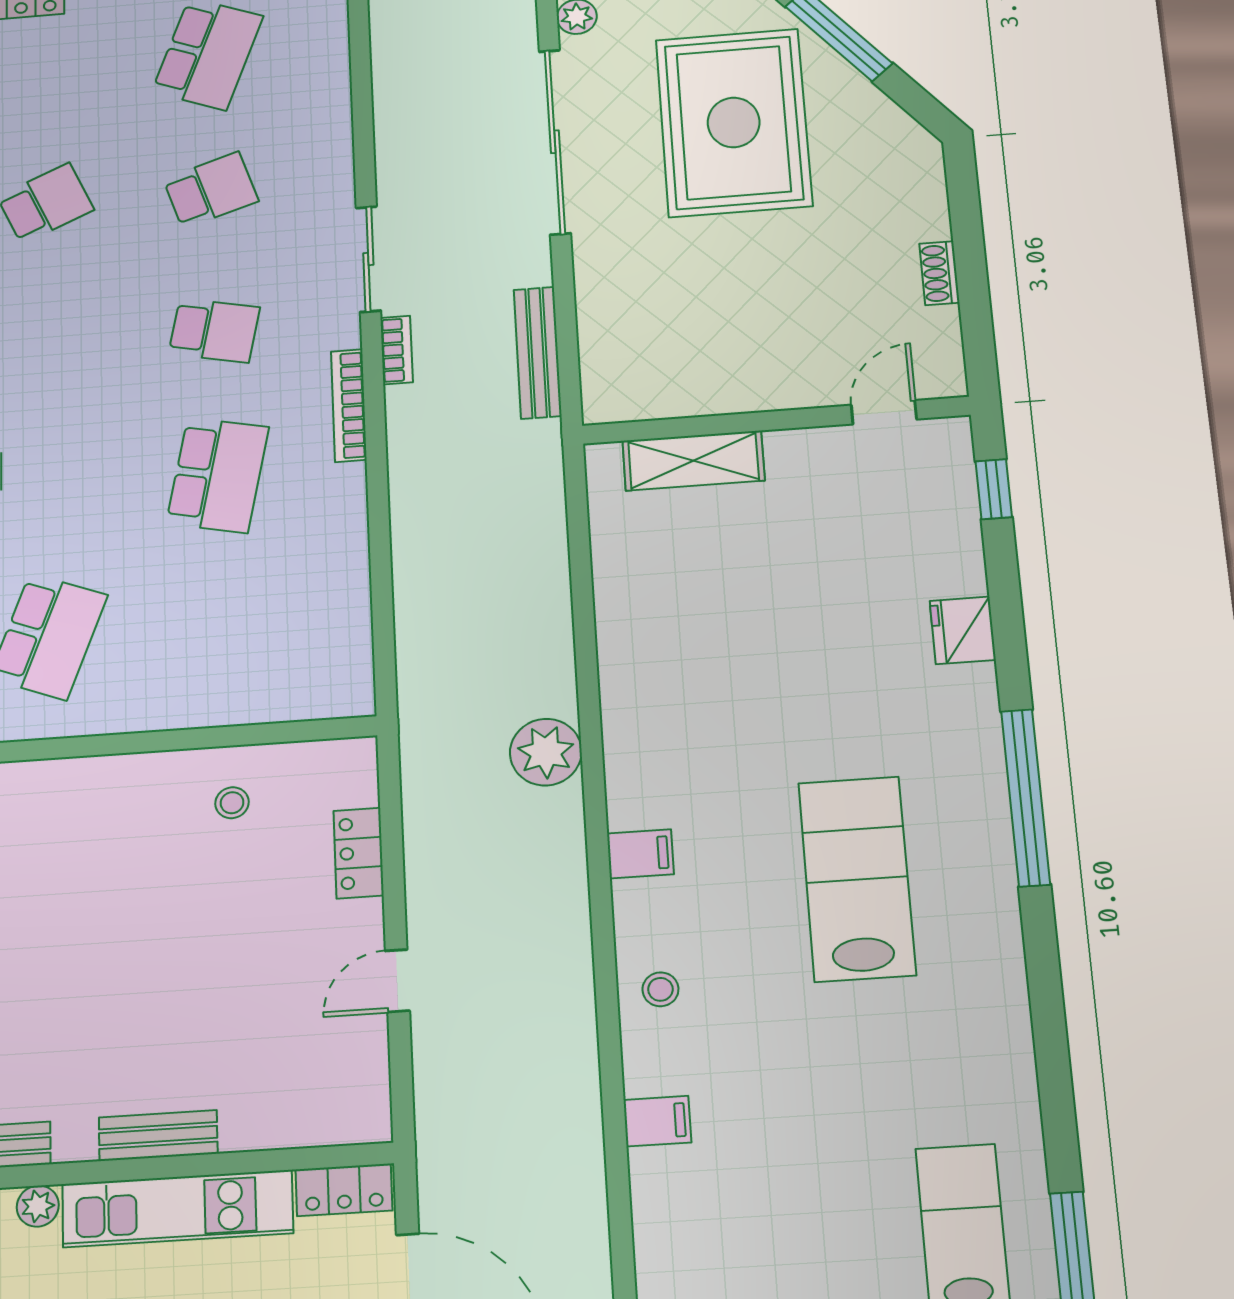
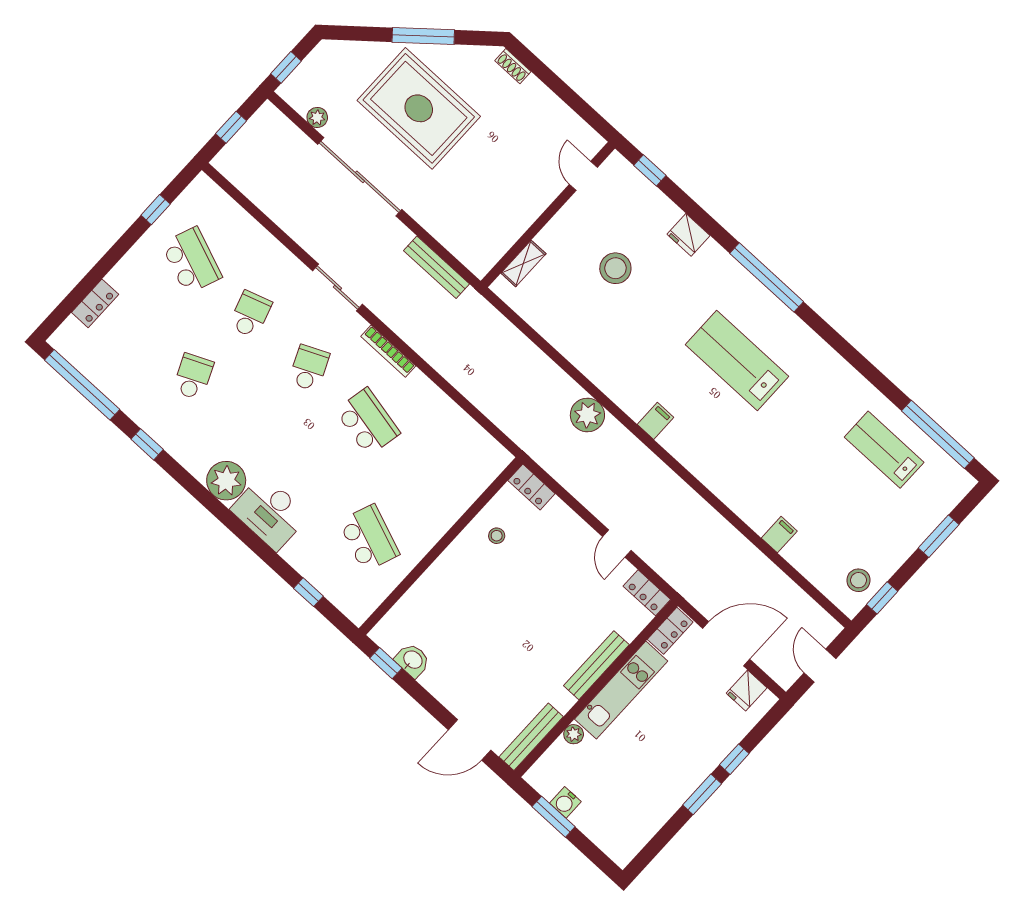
shoe rack: (939, 273) -> (513, 66), moved
school desk: (214, 330) -> (309, 368), turned -36
bookcase: (397, 350) -> (384, 314), removed
shelving: (694, 461) -> (523, 263), width x0.67, depth x0.75
locker: (359, 853) -> (531, 487), moved
stool: (660, 989) -> (615, 268), moved, width x1.89, depth x1.89
locker: (367, 1098) -> (647, 593), added
filing cabinet: (657, 1121) -> (779, 535), moved
bench: (158, 1136) -> (596, 665), width x1.36

